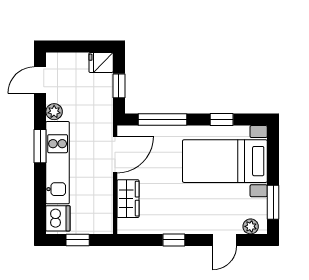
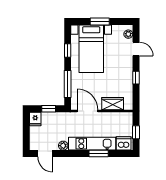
window: (40, 146) -> (99, 154), moved
window: (273, 202) -> (100, 21), moved

